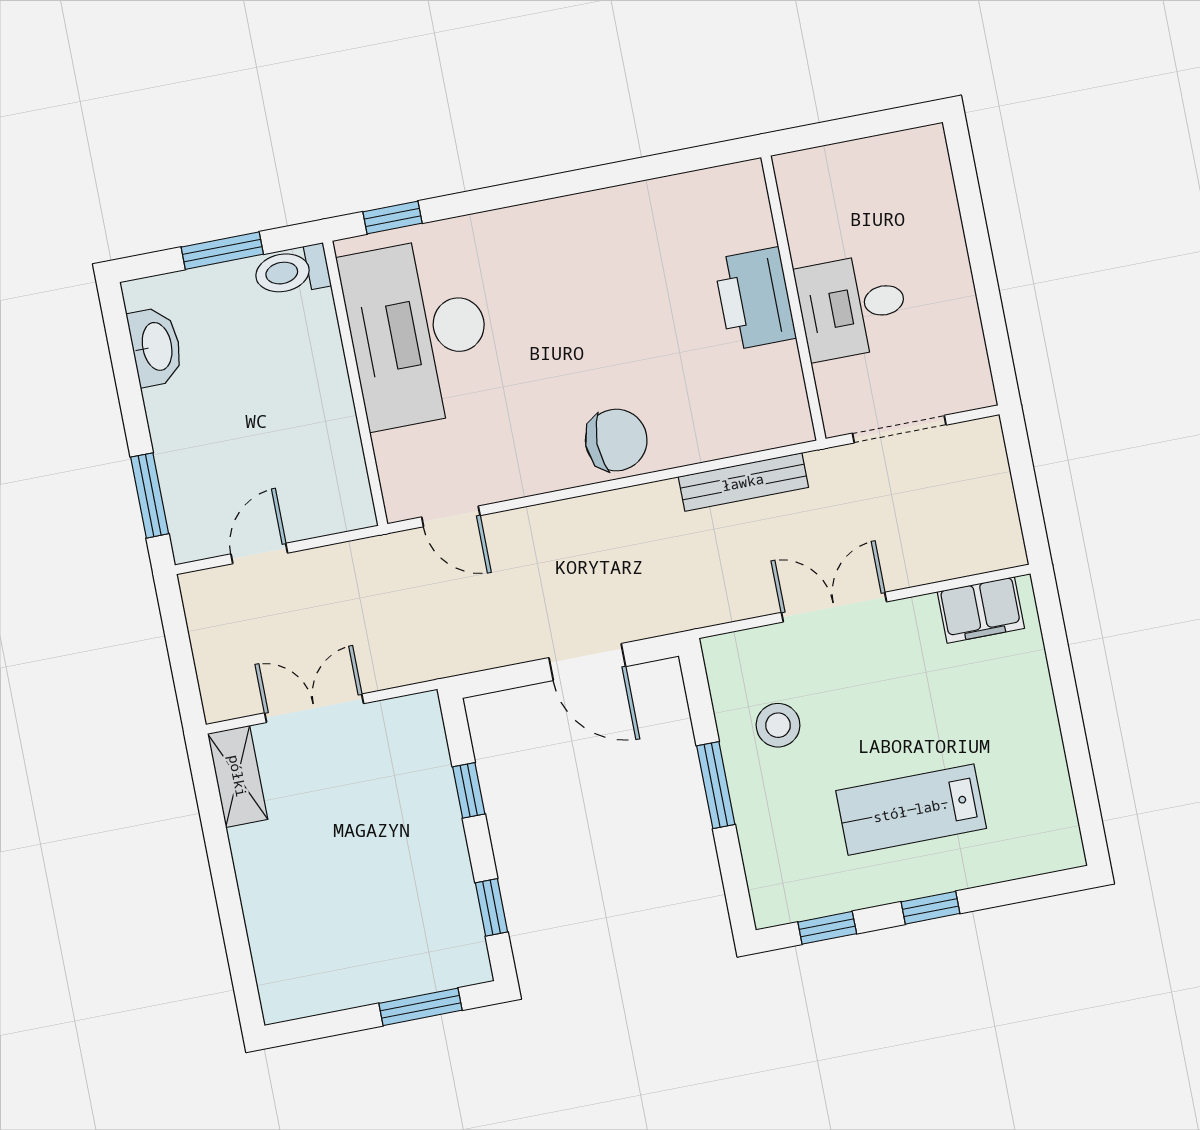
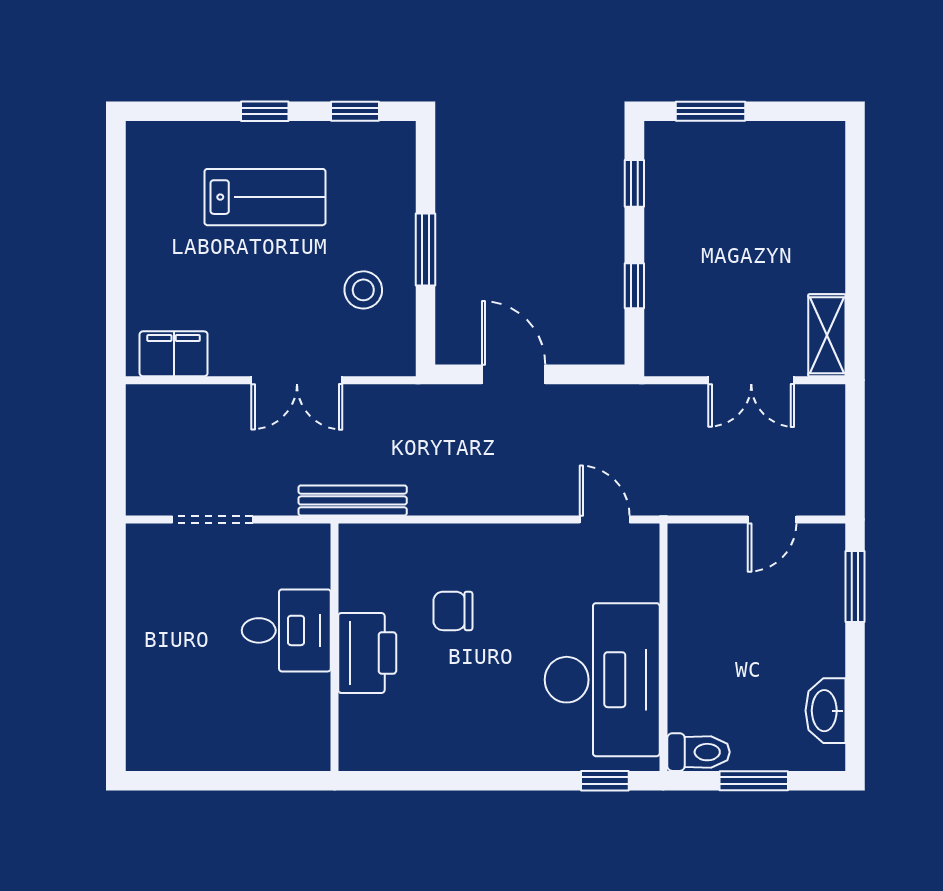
wall: (793, 298) -> (335, 647), moved
printer: (755, 299) -> (367, 653), moved
desk: (852, 306) -> (286, 630), moved
chair: (616, 440) -> (453, 611), moved, width x0.73, depth x0.73

